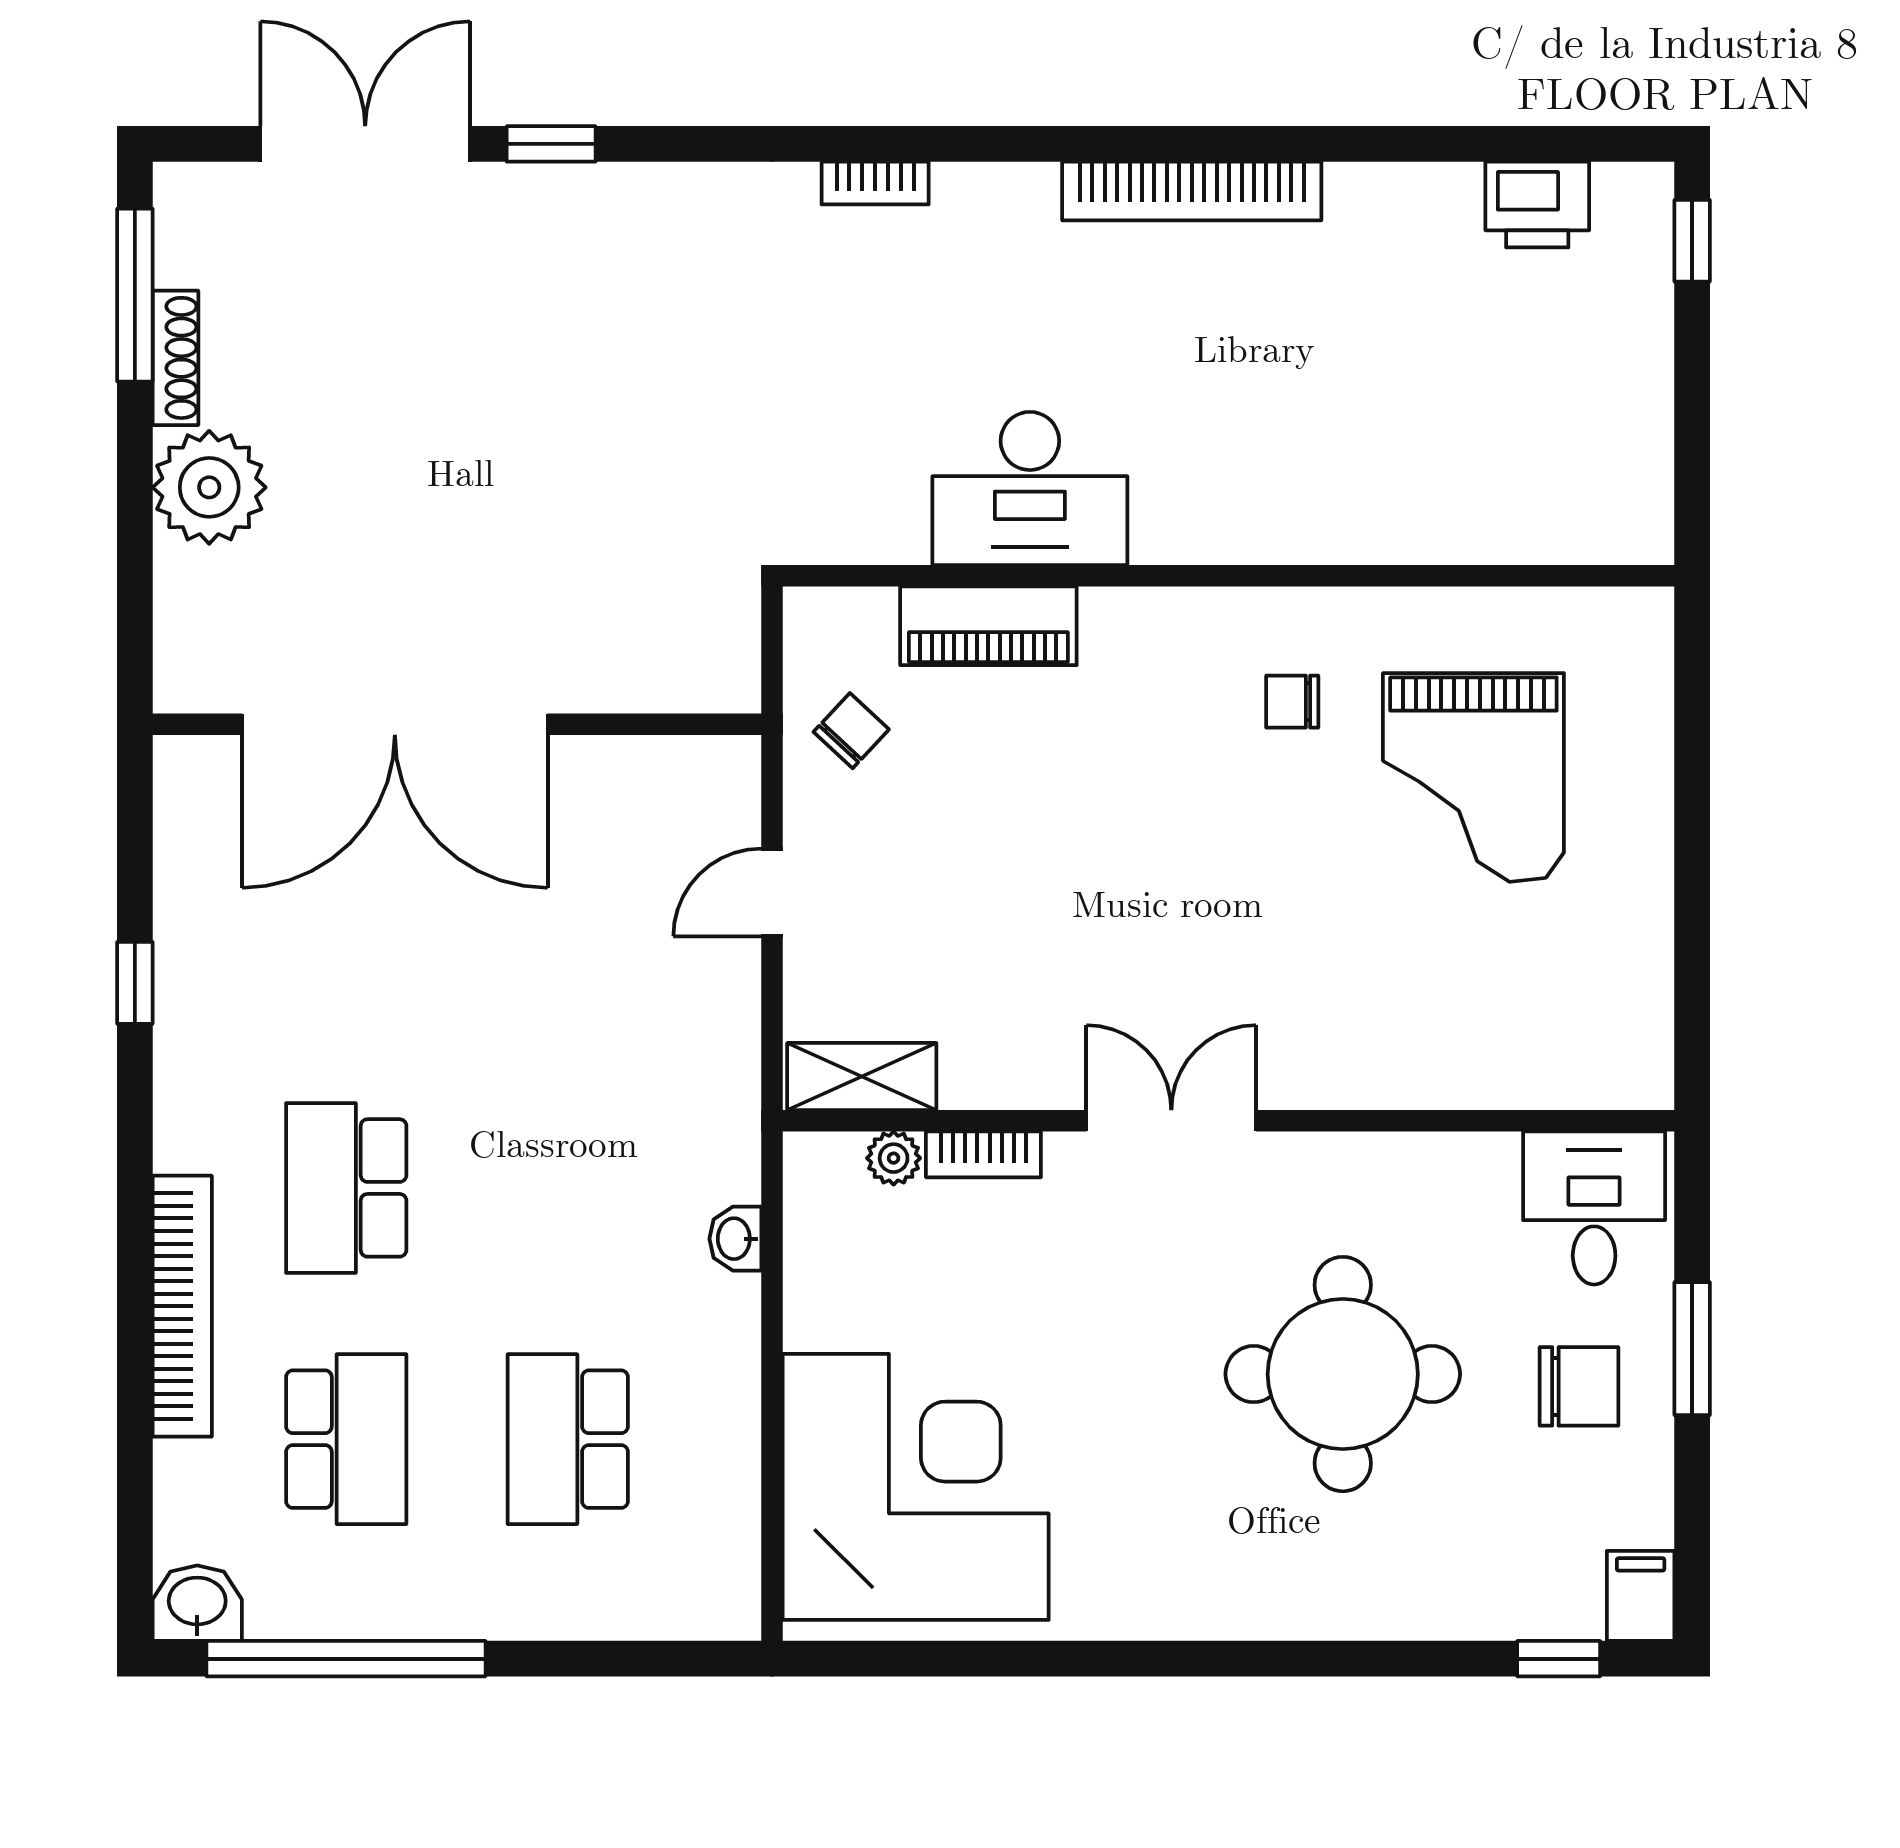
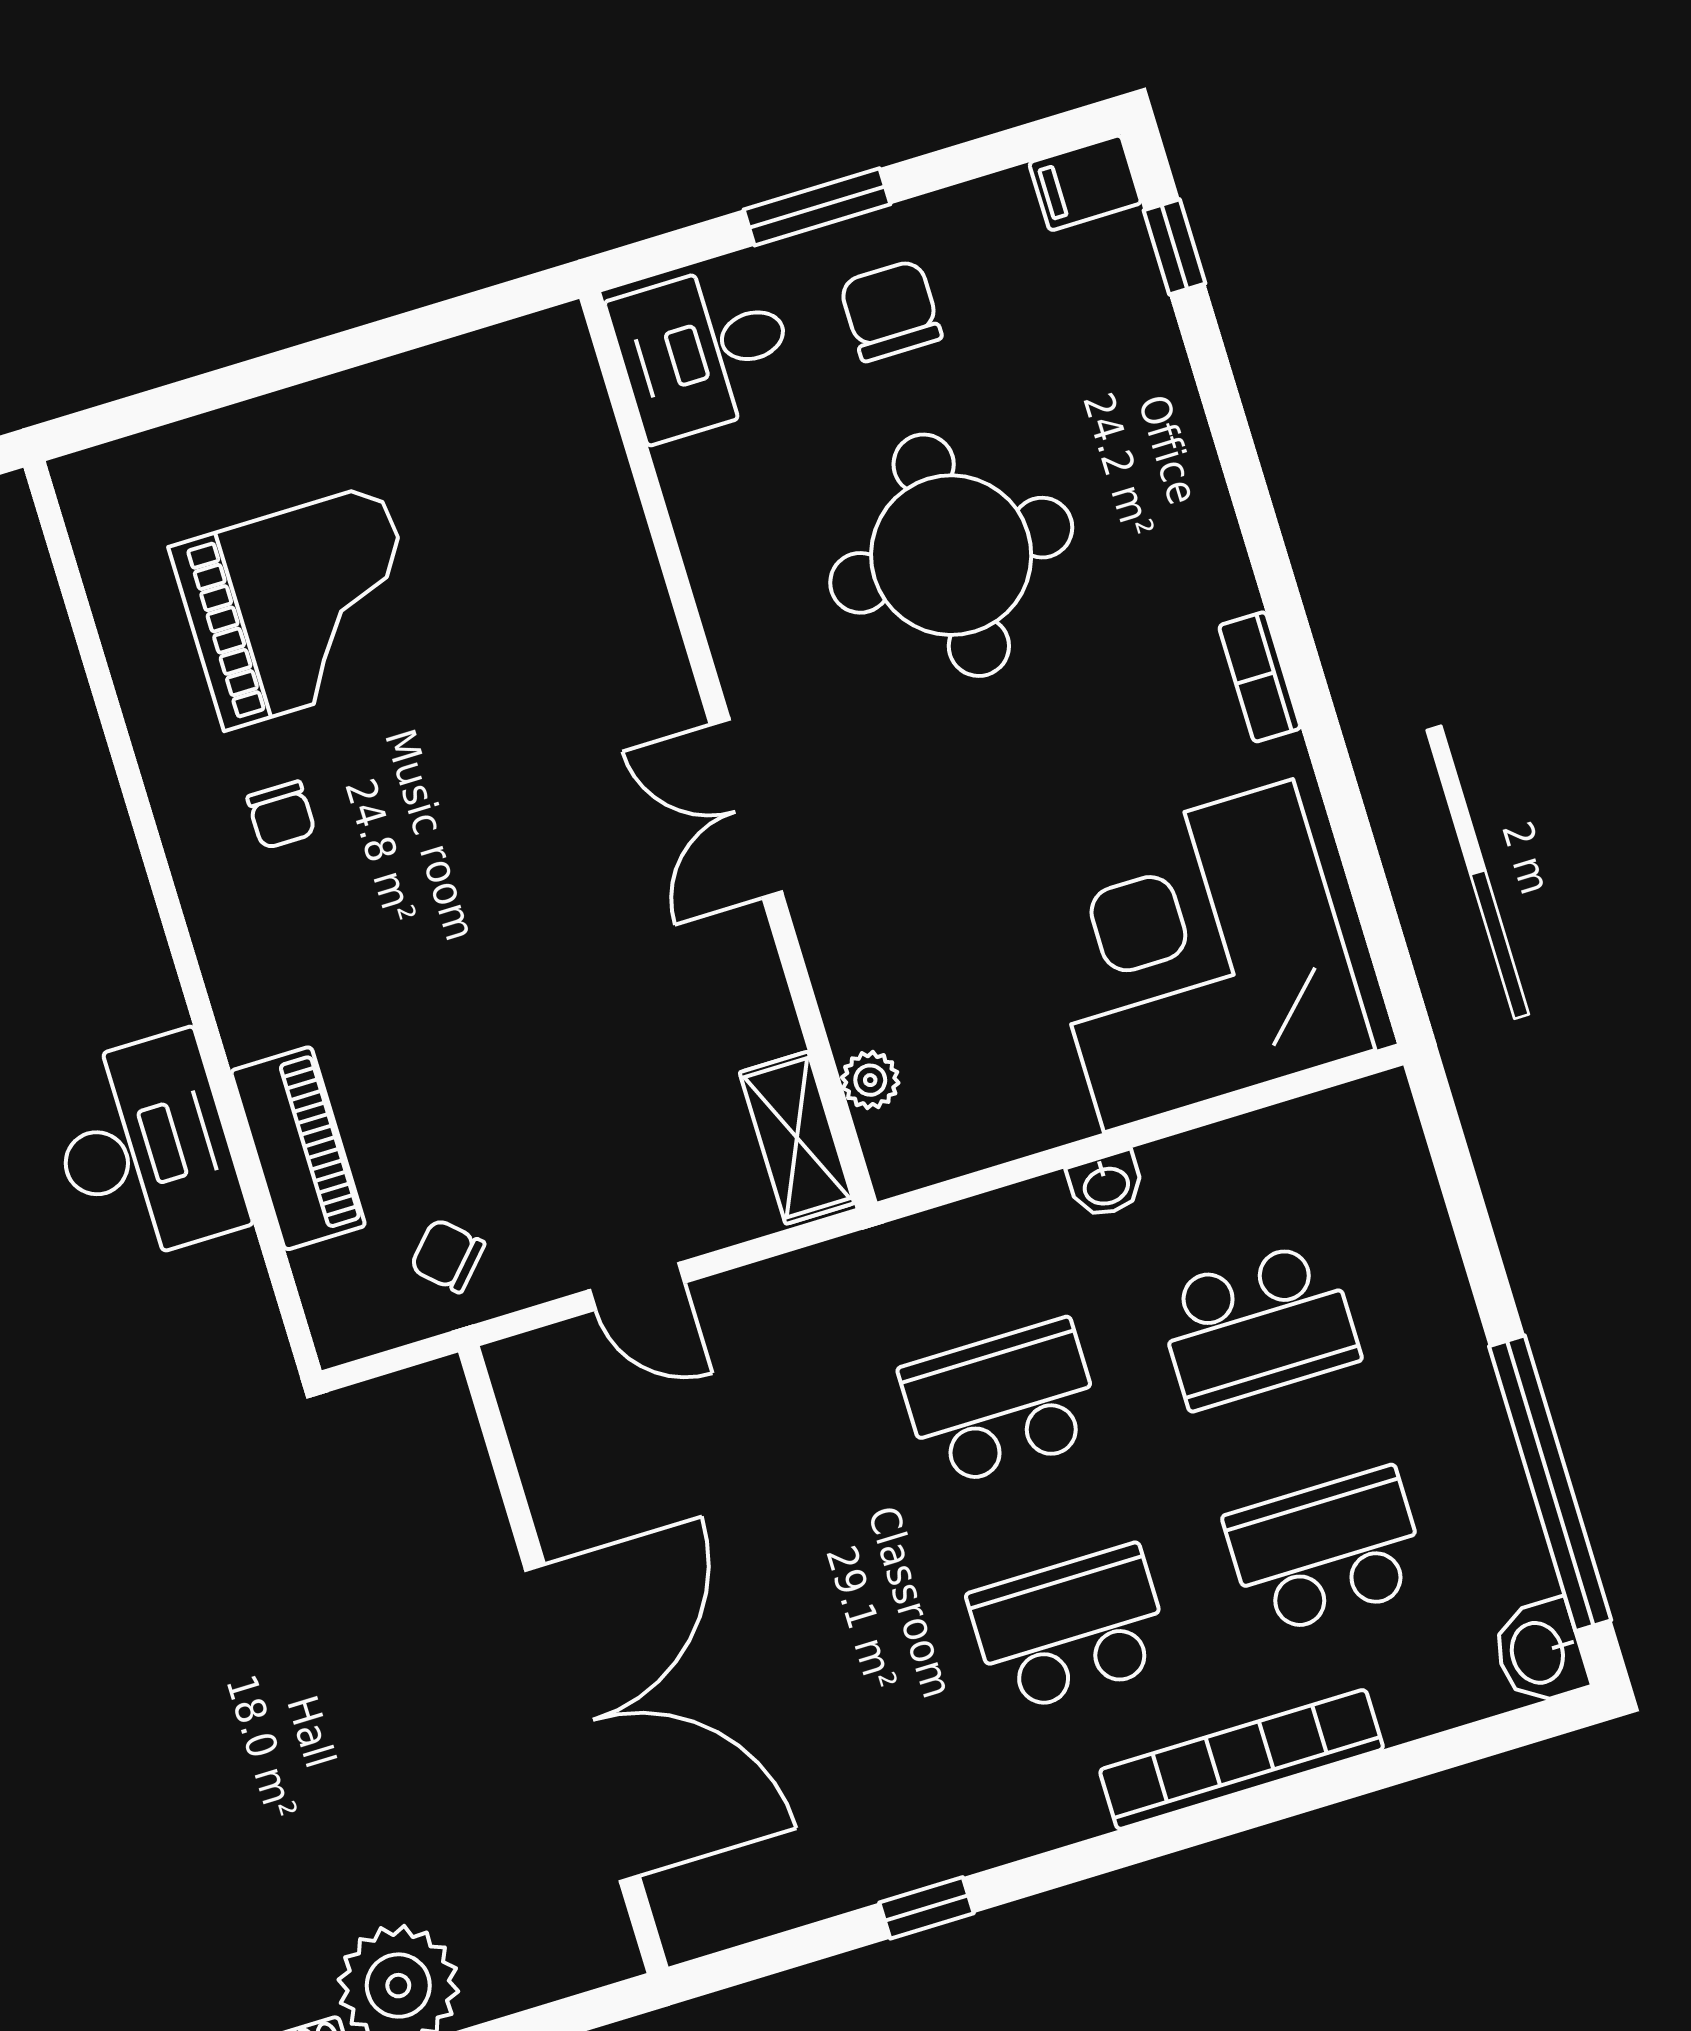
bookcase: (983, 1154) -> (1260, 677), moved, turned 180
school desk: (346, 1188) -> (1070, 1629), turned 180
school desk: (568, 1188) -> (1002, 1403), added
washbasin: (735, 1239) -> (1106, 1185), moved

